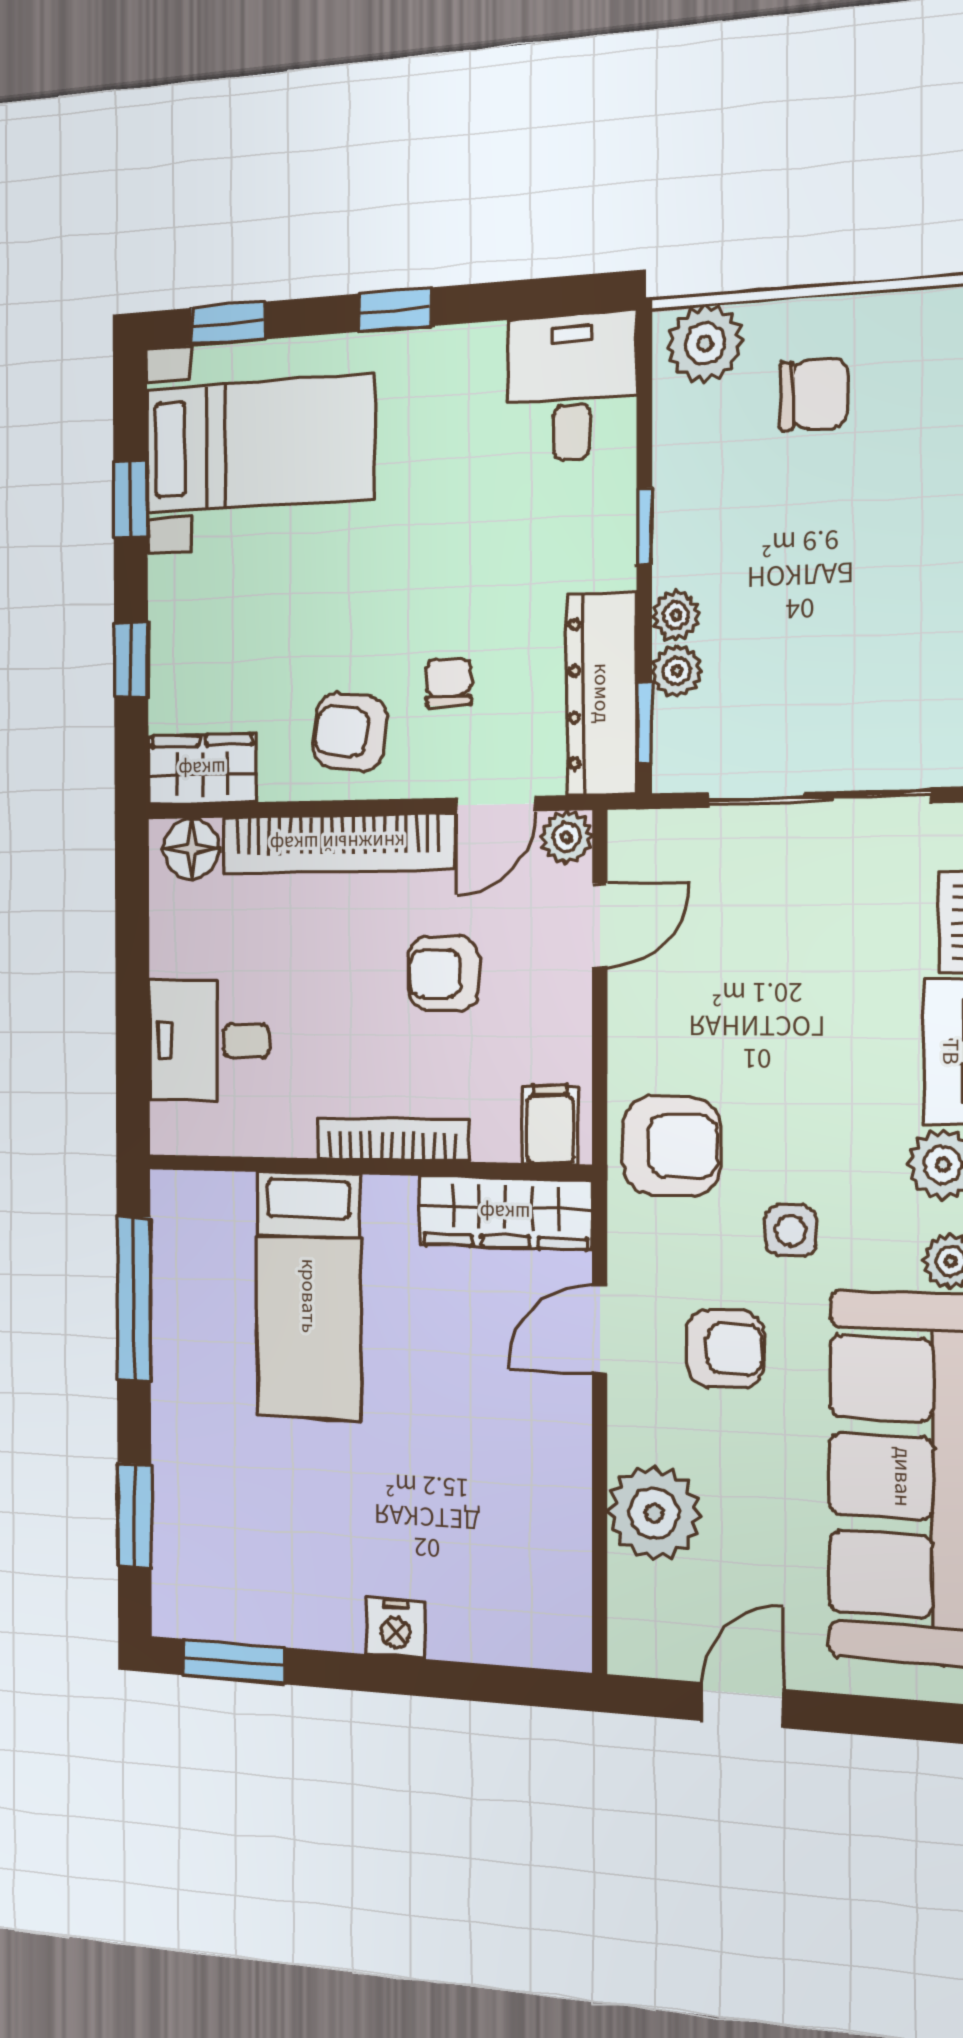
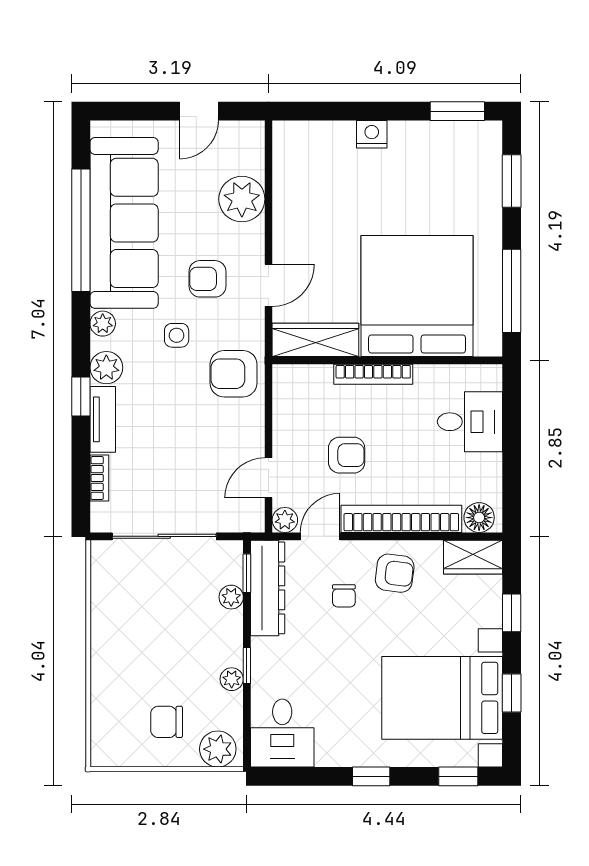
bed with nightstands: (259, 444) -> (442, 698), width x1.36
plant: (676, 615) -> (232, 679), moved
filing cabinet: (550, 1124) -> (293, 383), removed
bed: (309, 1296) -> (417, 296), width x2.04

